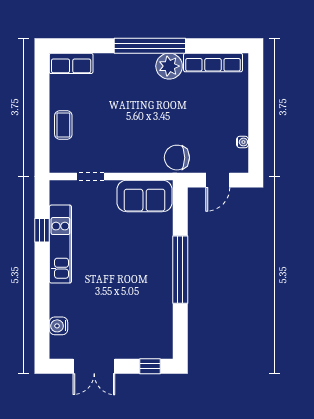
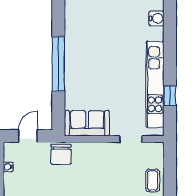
chair: (177, 158) -> (61, 154), turned 90
kitchen unit: (60, 244) -> (155, 84), width x1.36

